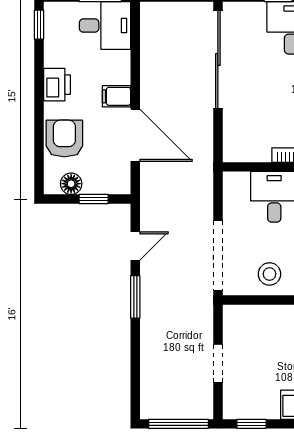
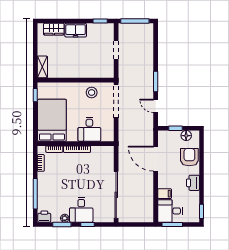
filing cabinet: (117, 96) -> (165, 194), moved
armchair: (64, 139) -> (189, 157), turned 180
door: (135, 246) -> (156, 106), hinge flipped

